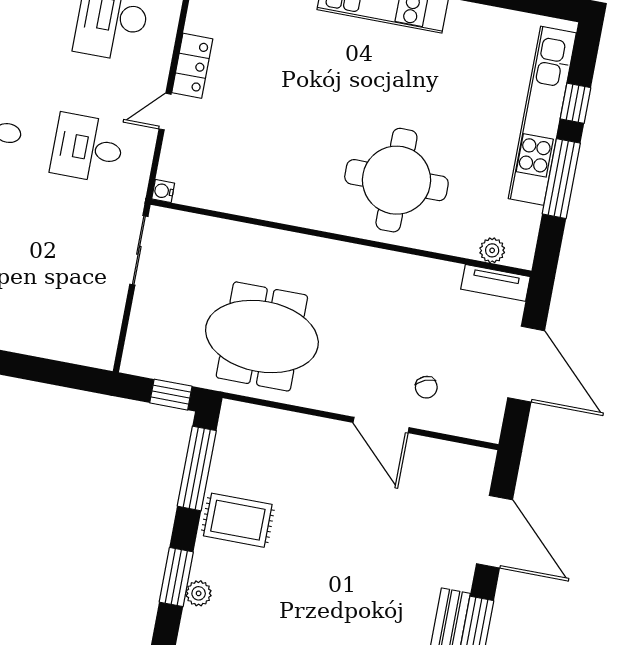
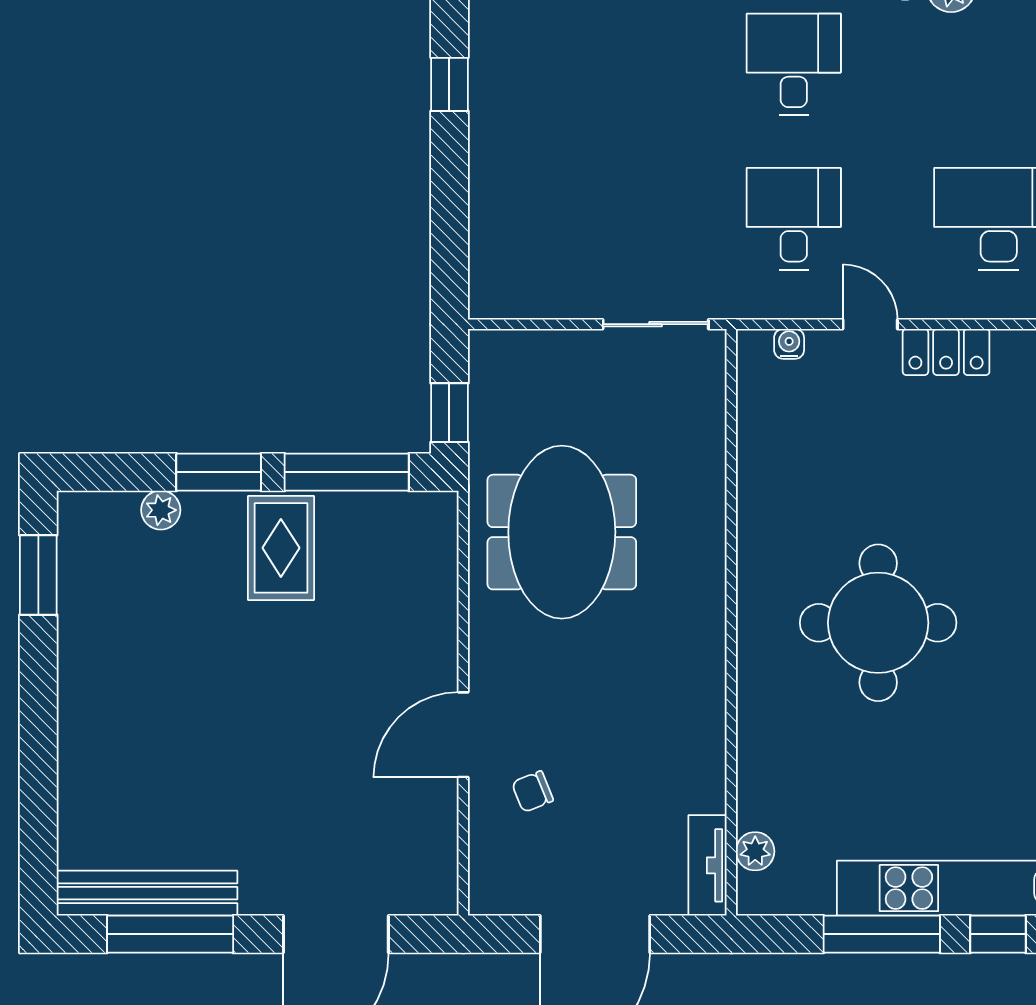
round table: (396, 180) -> (878, 623), moved
water cooler: (163, 191) -> (789, 344), moved
window: (176, 577) -> (219, 472), moved

